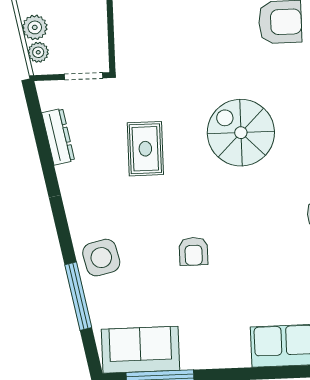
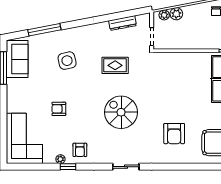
spiral stairs: (241, 133) -> (121, 112), turned -90
armchair: (194, 251) -> (59, 109), moved
side table: (101, 258) -> (67, 61), moved

